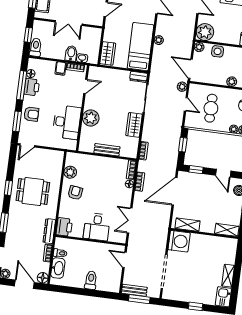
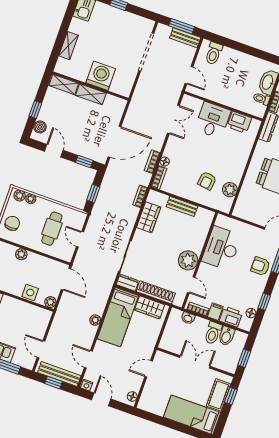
plant: (205, 32) -> (40, 318), removed
toilet: (36, 47) -> (213, 333), moved
bidet: (71, 53) -> (226, 336), moved
wardrobe: (108, 53) -> (150, 307), moved, turned -90
shoe rack: (113, 74) -> (156, 292), added
window: (22, 85) -> (264, 302), width x0.46
door: (85, 86) -> (191, 285), swing flipped
printer: (32, 87) -> (231, 317), moved, turned 90
plant: (182, 87) -> (80, 261), removed
plant: (91, 118) -> (188, 260), moved
wardrobe: (134, 125) -> (149, 217), moved
armchair: (75, 193) -> (207, 181), moved
shelving: (188, 225) -> (91, 94), moved
printer: (64, 227) -> (239, 122), moved, turned -90
washing machine: (179, 241) -> (101, 76), moved, turned 90
shelving: (228, 276) -> (69, 46), moved
toilet: (91, 280) -> (214, 53), moved

